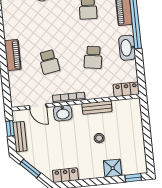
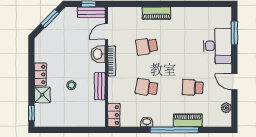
washbasin: (127, 48) -> (147, 122), width x0.52, depth x0.69
bench: (20, 137) -> (91, 12), moved
locker: (65, 175) -> (40, 74), moved

